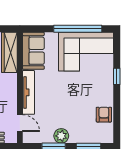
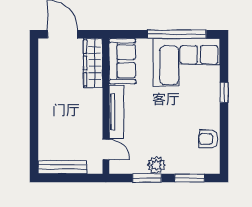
armchair: (104, 115) -> (208, 139), turned -90

